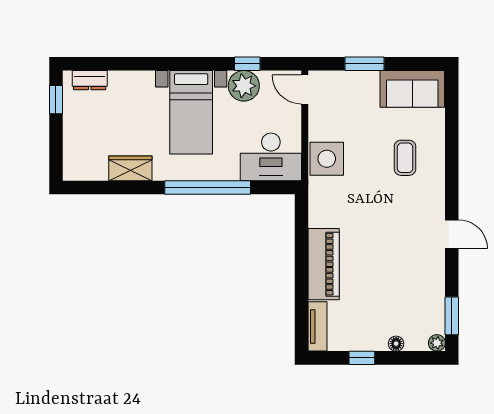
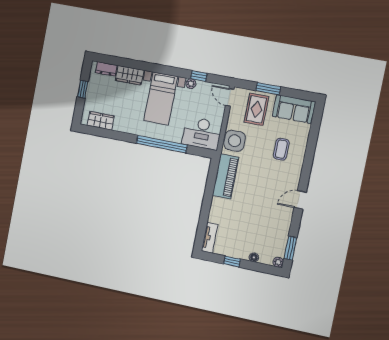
wardrobe: (131, 83) -> (130, 75), added
plant: (244, 86) -> (191, 84), width x0.53, depth x0.53
window: (56, 100) -> (83, 89), moved
rug: (352, 101) -> (256, 109), added
wardrobe: (130, 168) -> (101, 121), moved
door: (452, 234) -> (300, 200), swing flipped
piano: (324, 264) -> (226, 176), moved

